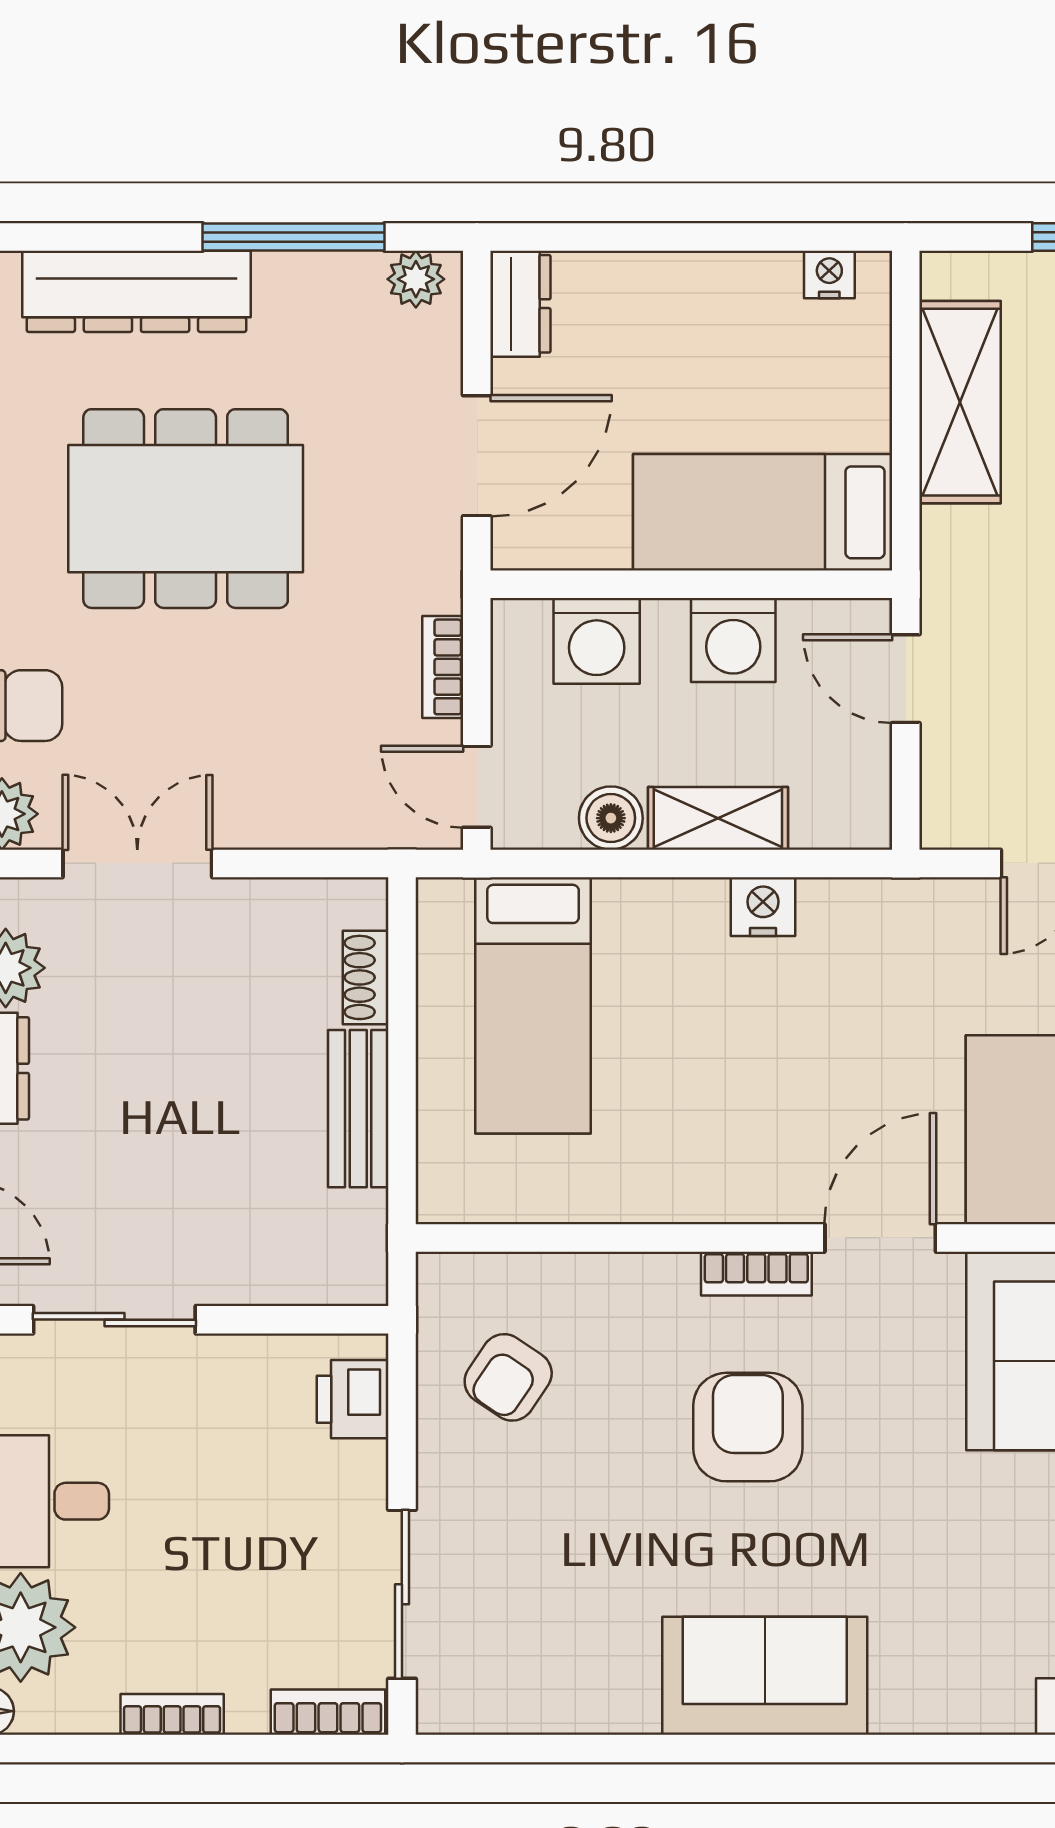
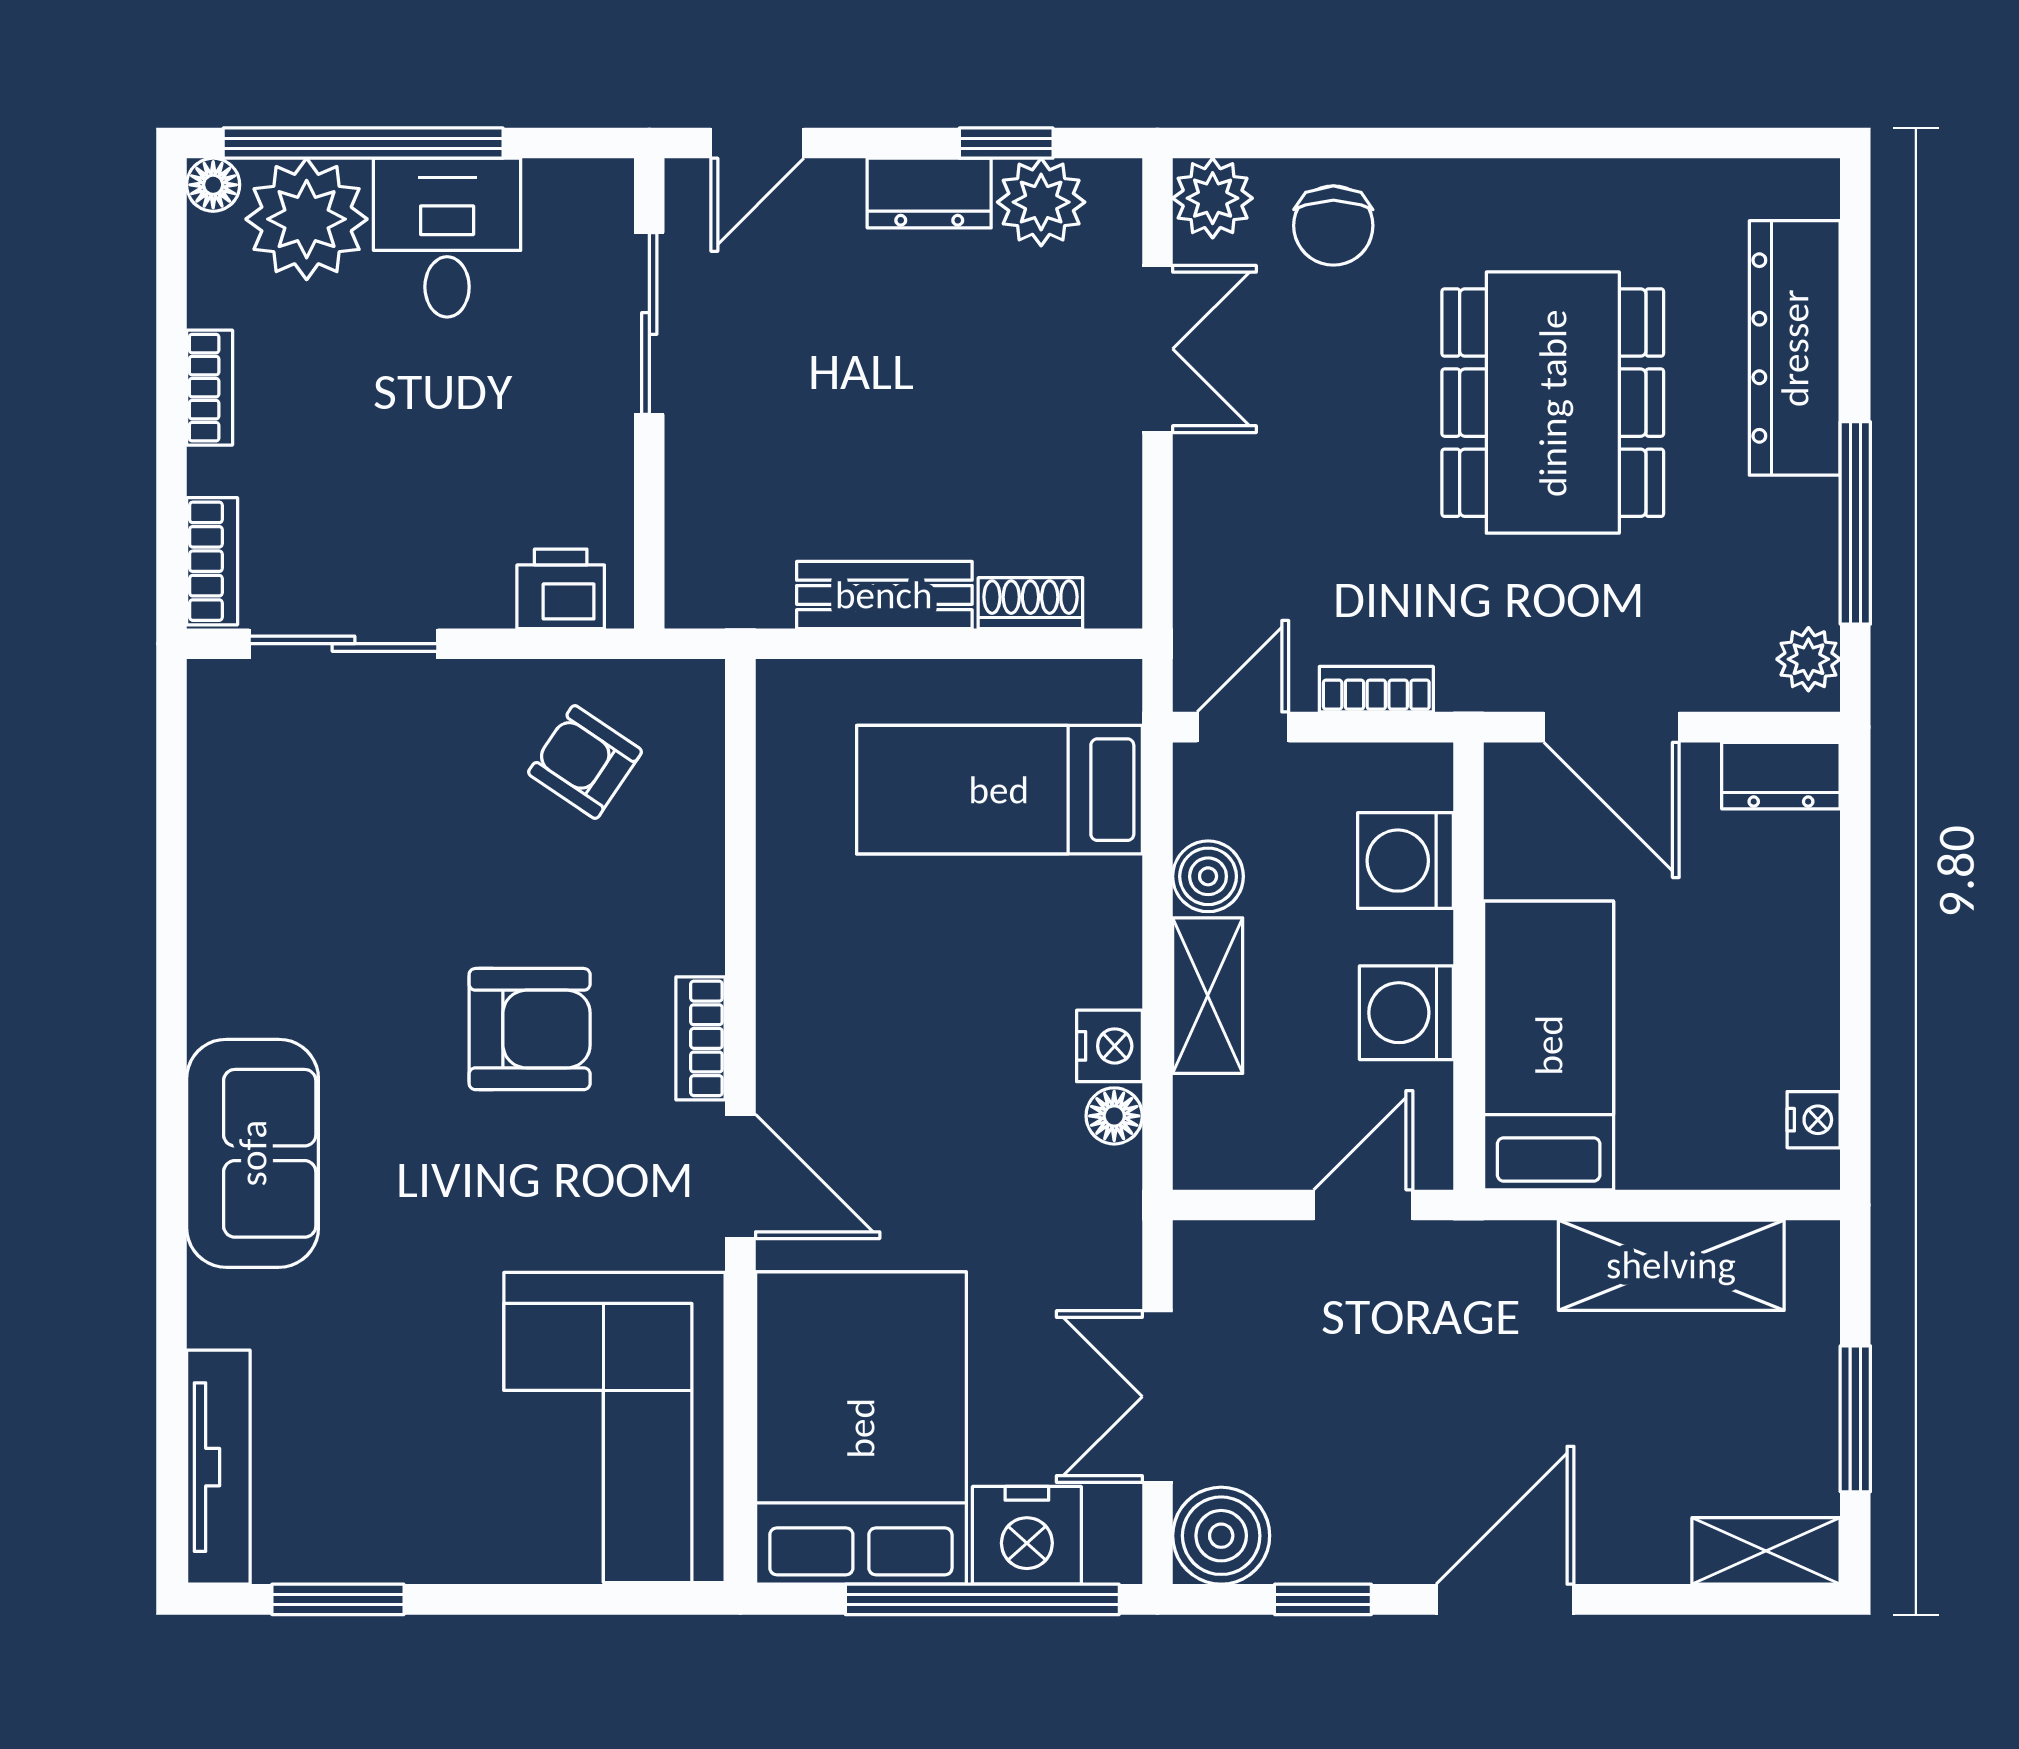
floor lamp: (826, 902) -> (1114, 1116), added
sofa: (765, 1676) -> (253, 1153), moved

